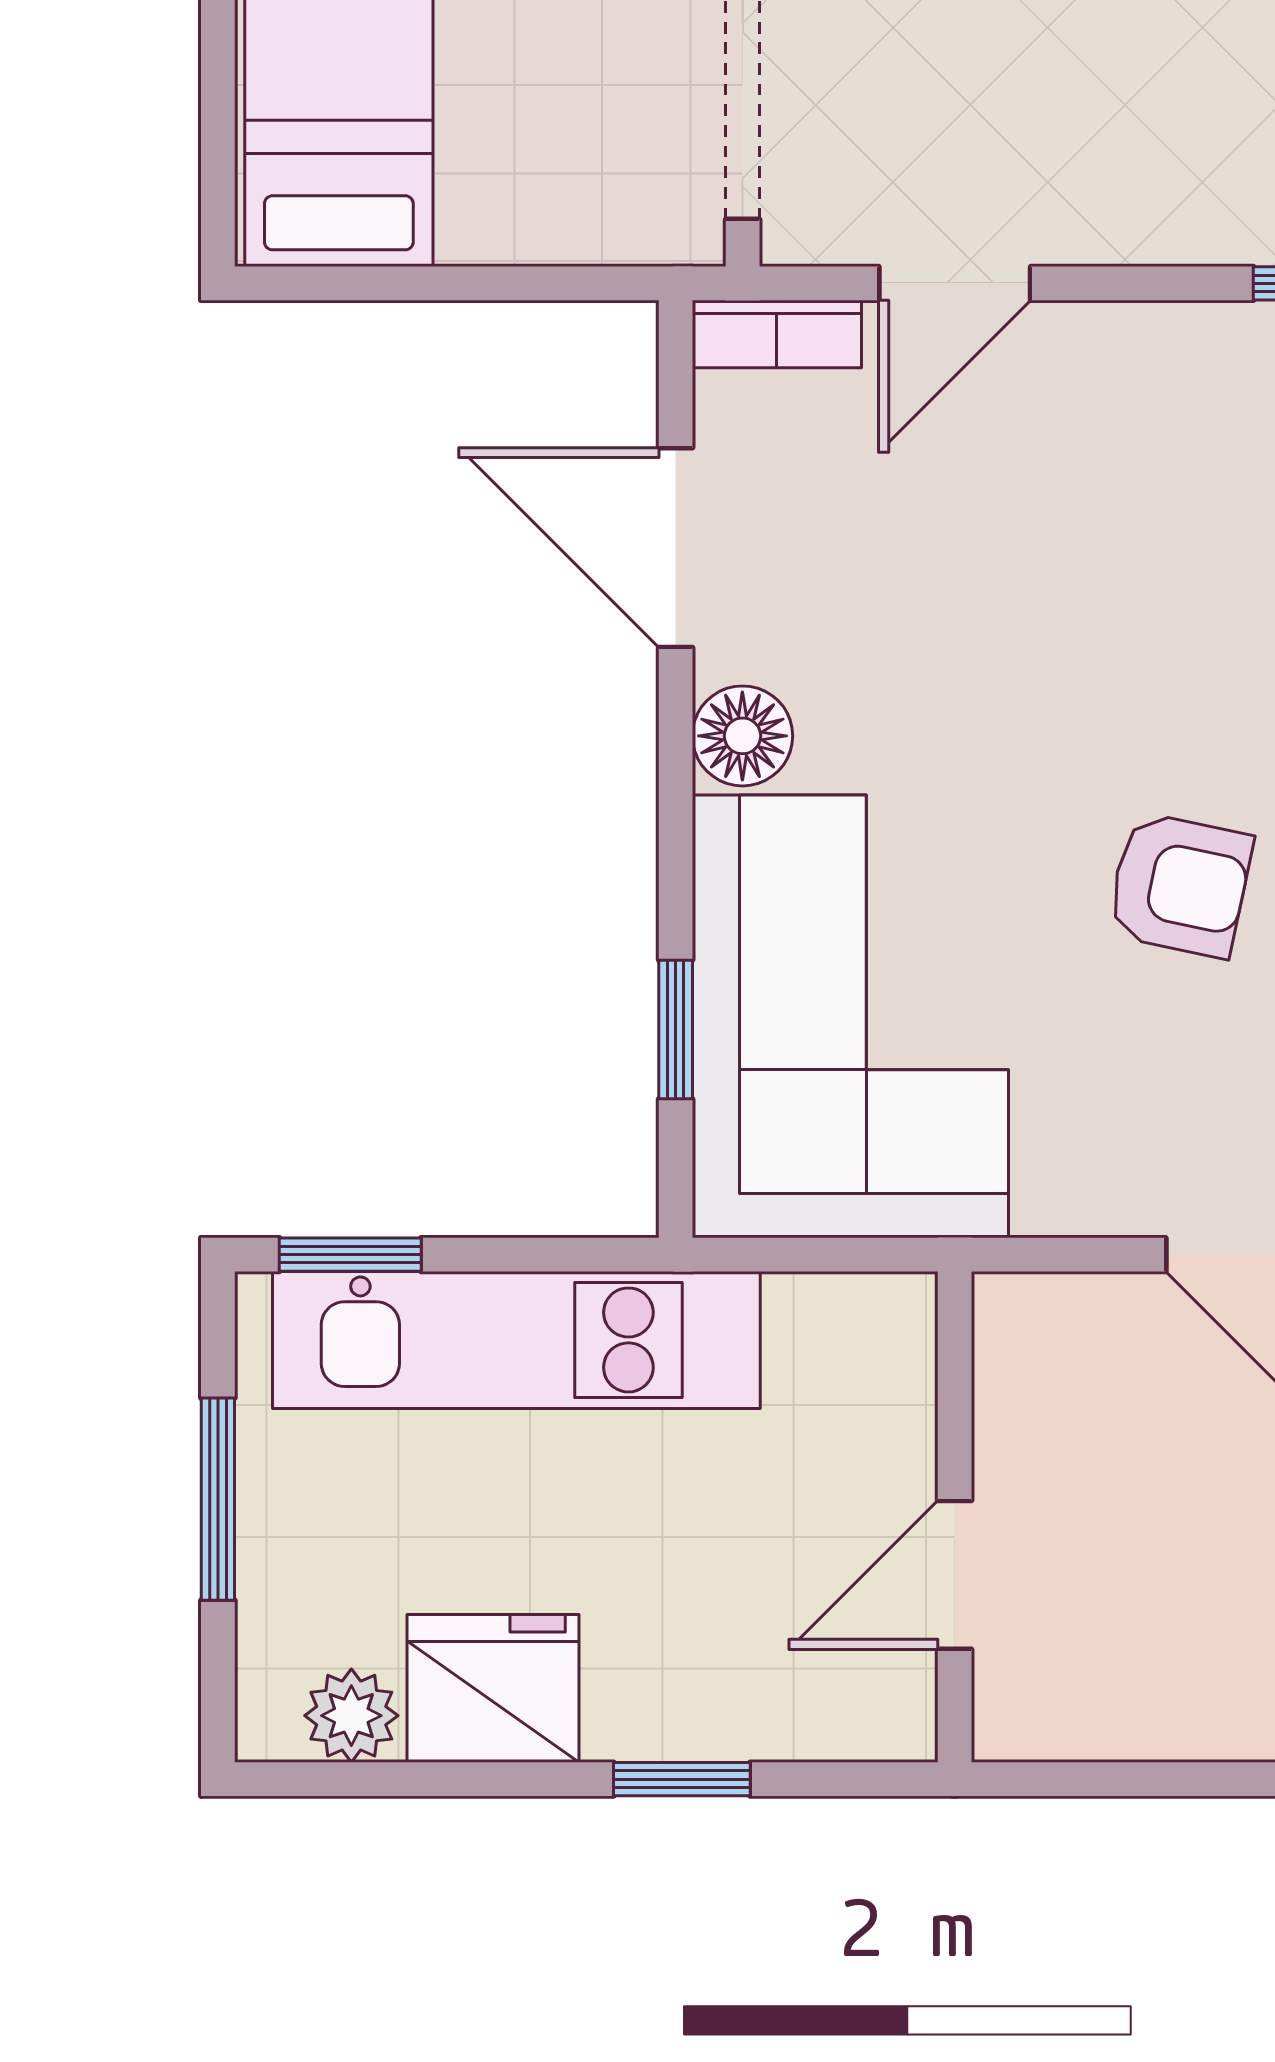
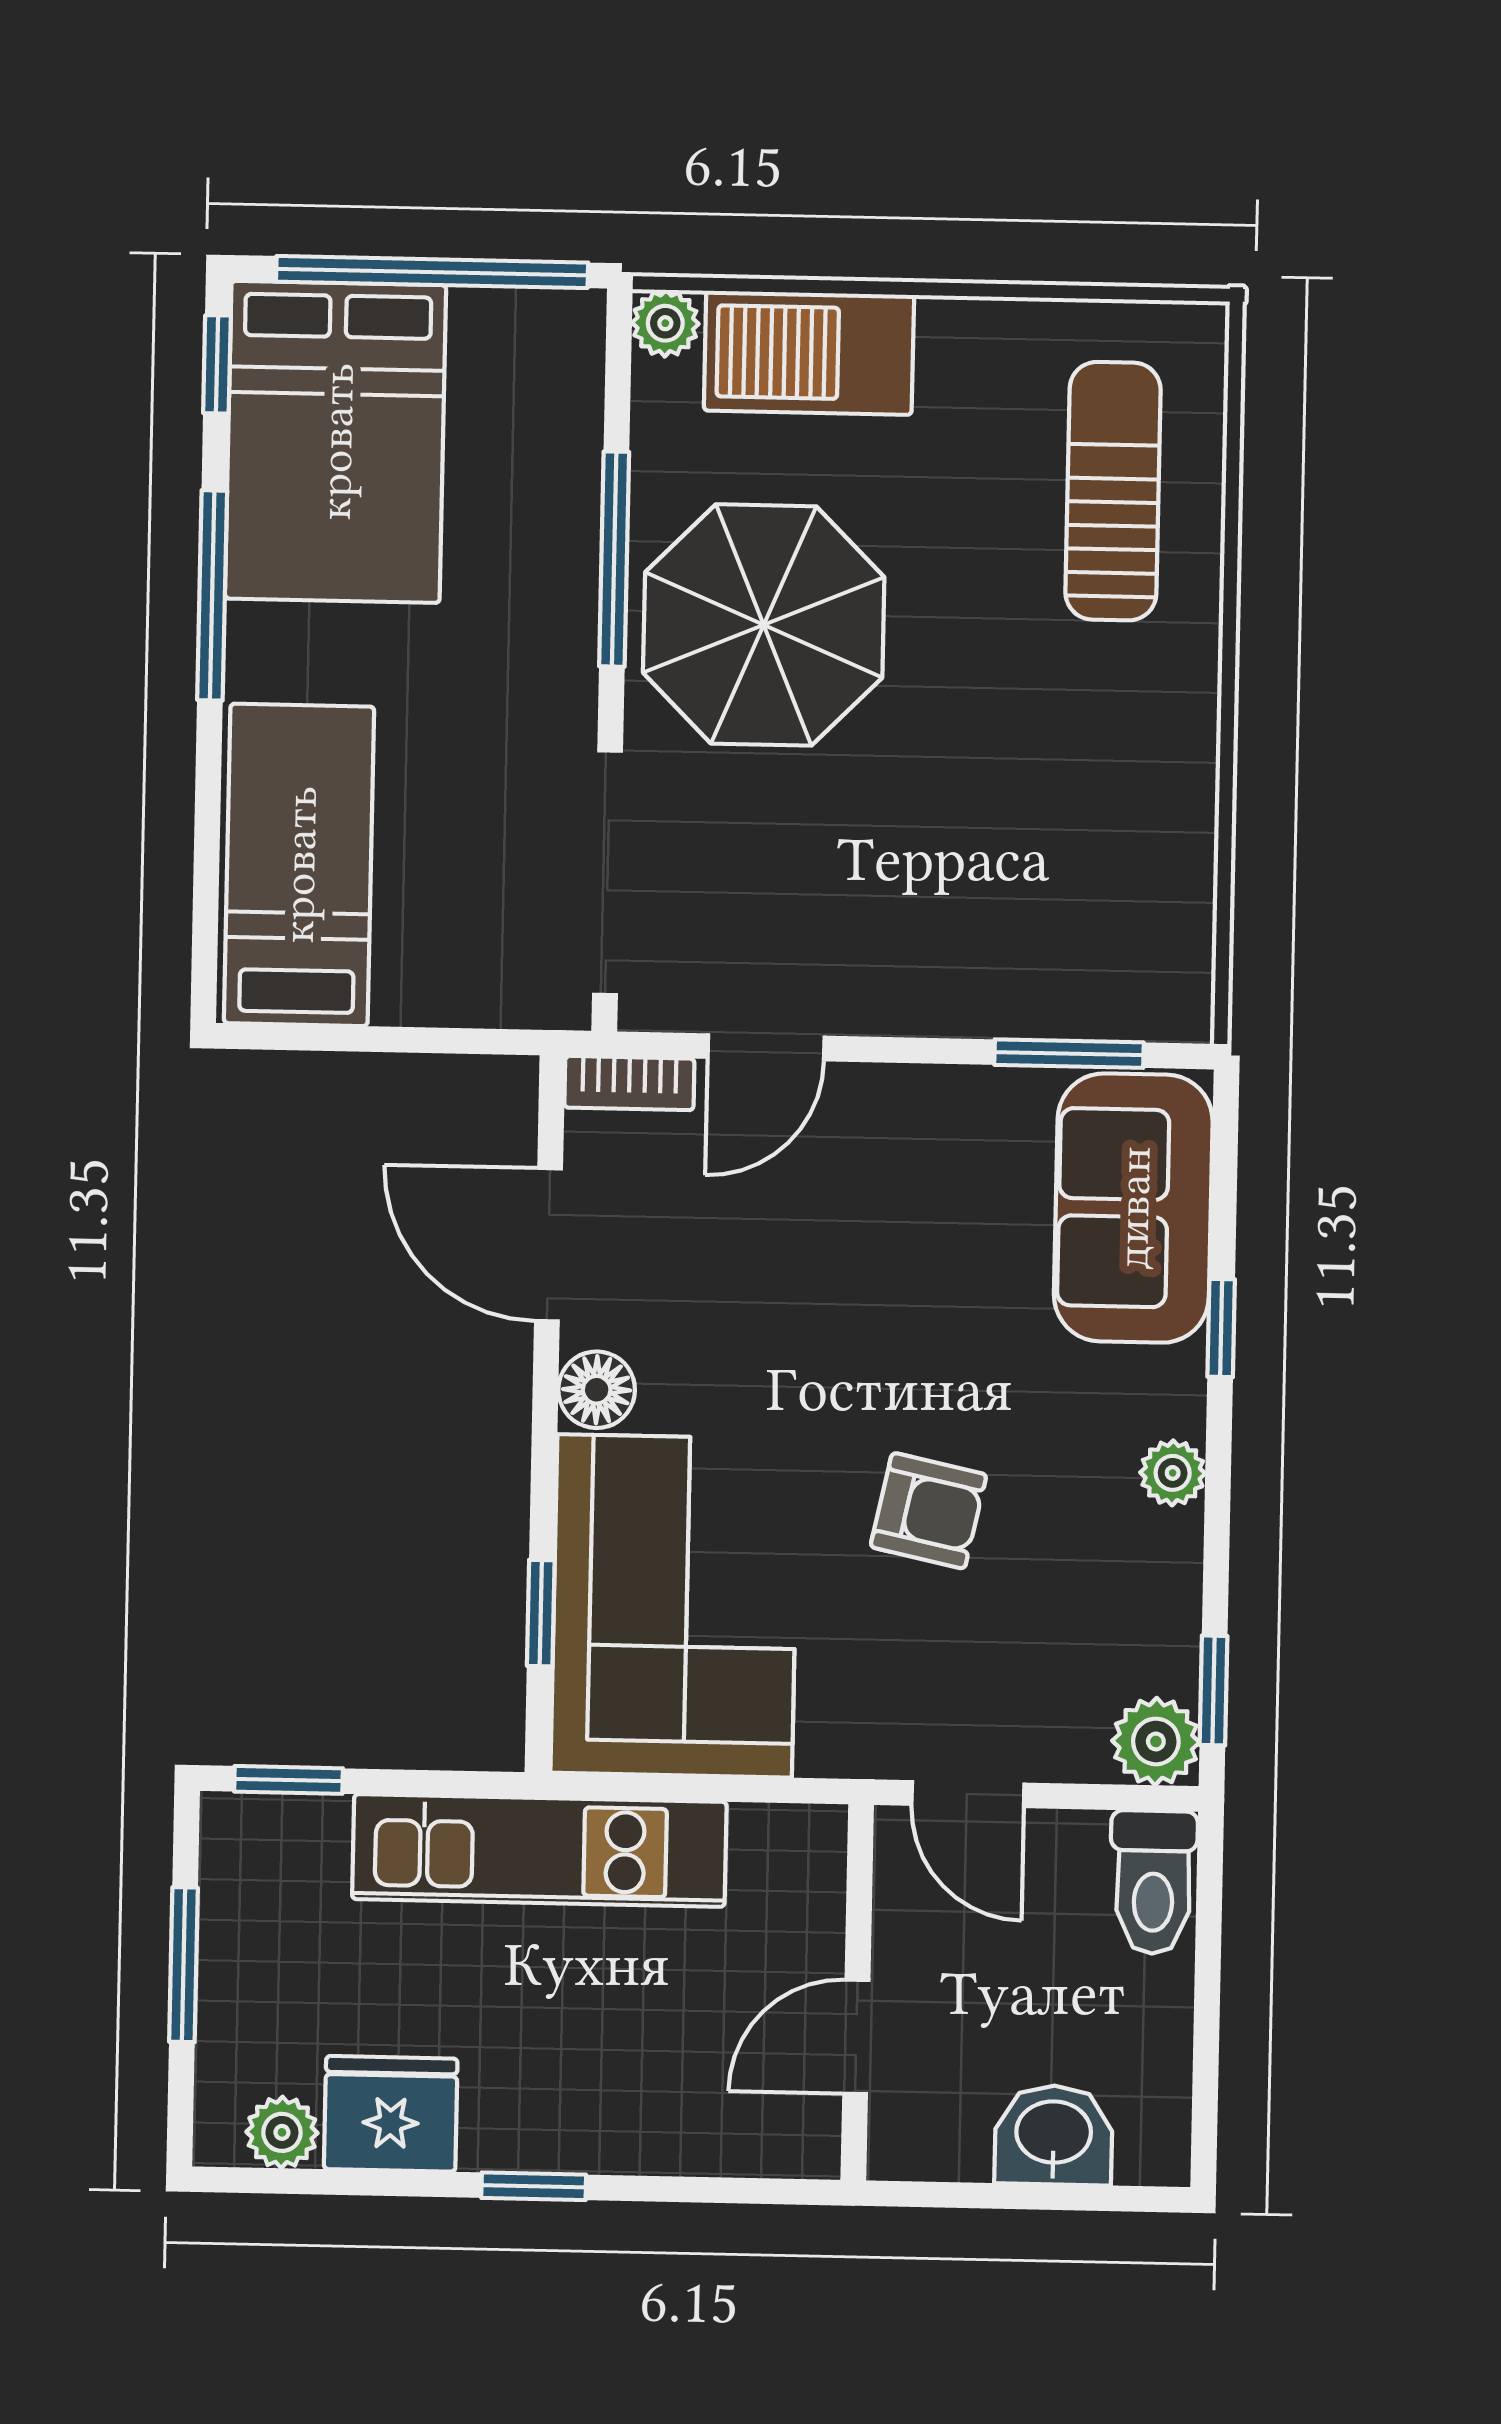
kitchen unit: (516, 1340) -> (539, 1850), moved
wall: (955, 1517) -> (857, 1992), moved
door: (955, 1575) -> (856, 2037), moved

